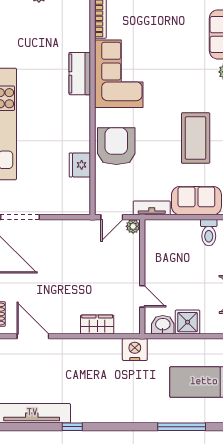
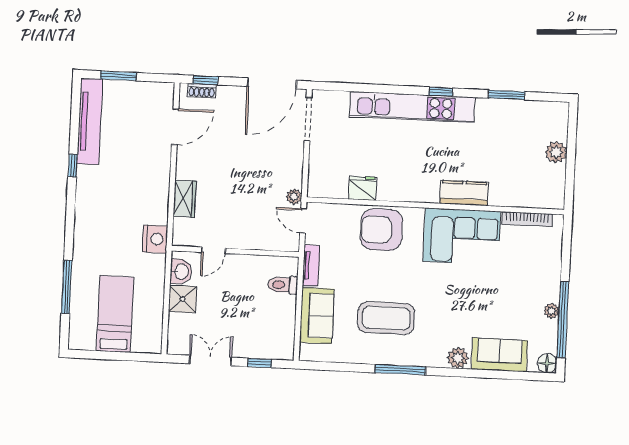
armchair: (116, 146) -> (381, 230), turned 180
plant: (133, 226) -> (294, 197), moved
toilet: (209, 233) -> (283, 285), moved

